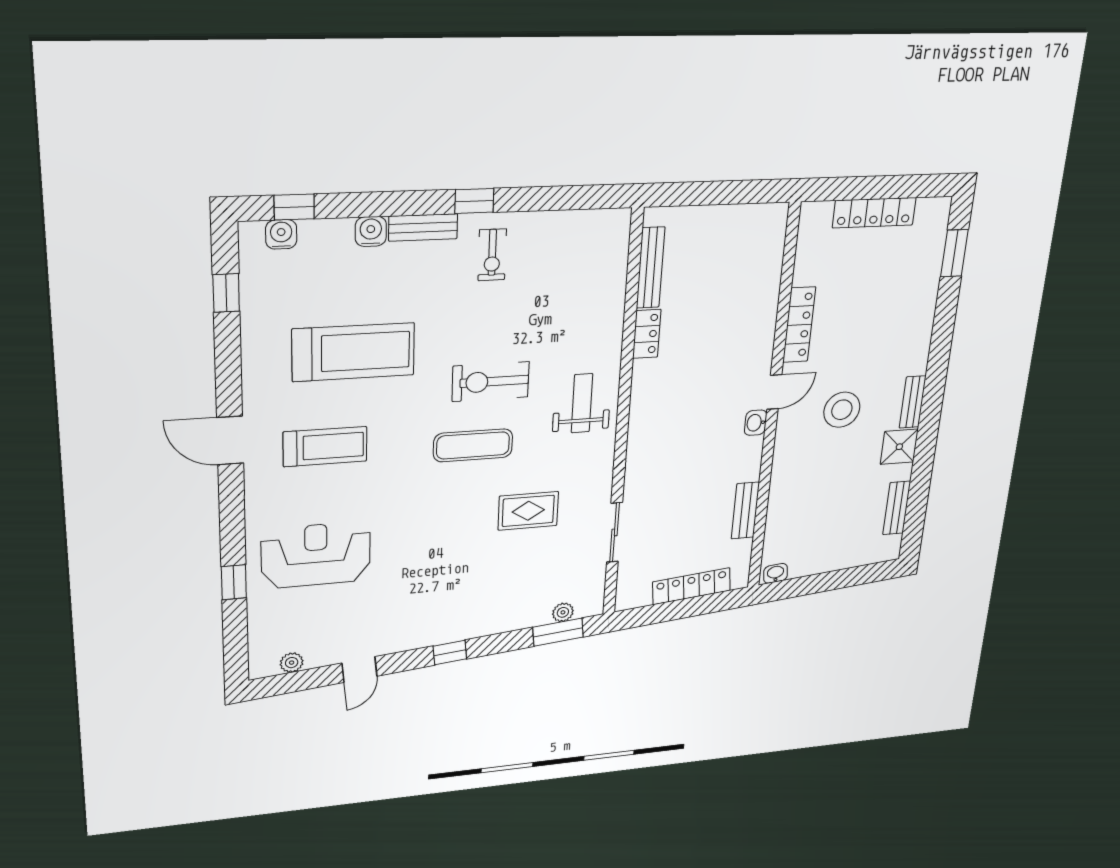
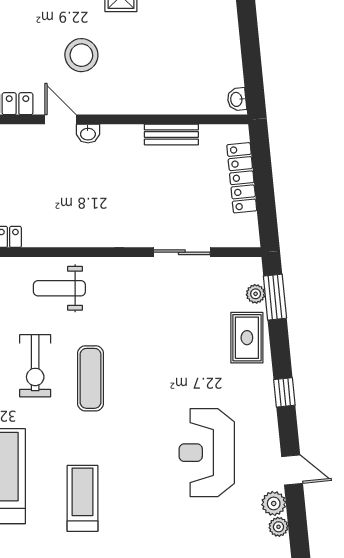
rug: (528, 511) -> (247, 338), moved
reception desk: (316, 555) -> (207, 453), moved
plant: (320, 655) -> (274, 503), added

